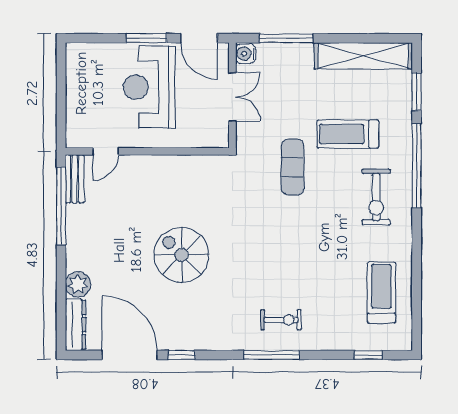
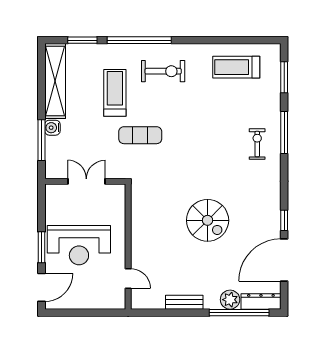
door: (199, 38) -> (41, 287), moved
water cooler: (246, 54) -> (52, 128), moved, turned 90
treadmill: (348, 134) -> (115, 93), turned 180
bench: (75, 179) -> (184, 302), moved
window: (61, 206) -> (239, 313), moved
spiral stairs: (182, 255) -> (208, 220), turned -90
window: (272, 355) -> (284, 132), moved
window: (368, 355) -> (284, 77), width x1.50

